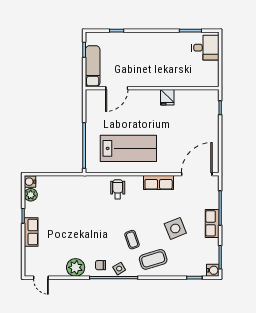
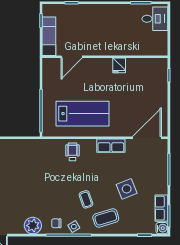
row of seats: (212, 223) -> (161, 208), moved

